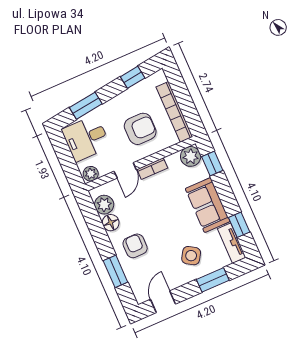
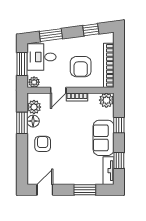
armchair: (140, 129) -> (81, 67), turned 90
window: (66, 158) -> (22, 64), added
window: (212, 164) -> (119, 125), moved
side table: (191, 256) -> (77, 167), removed
window: (115, 271) -> (22, 123), moved

